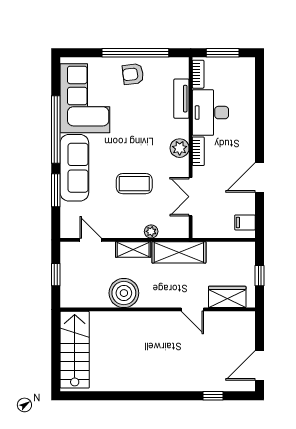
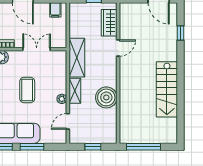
double door: (191, 197) -> (37, 49), swing flipped
plant: (151, 231) -> (62, 99), moved
window: (56, 344) -> (144, 147), added
stairs: (75, 350) -> (167, 89), moved, turned -90

